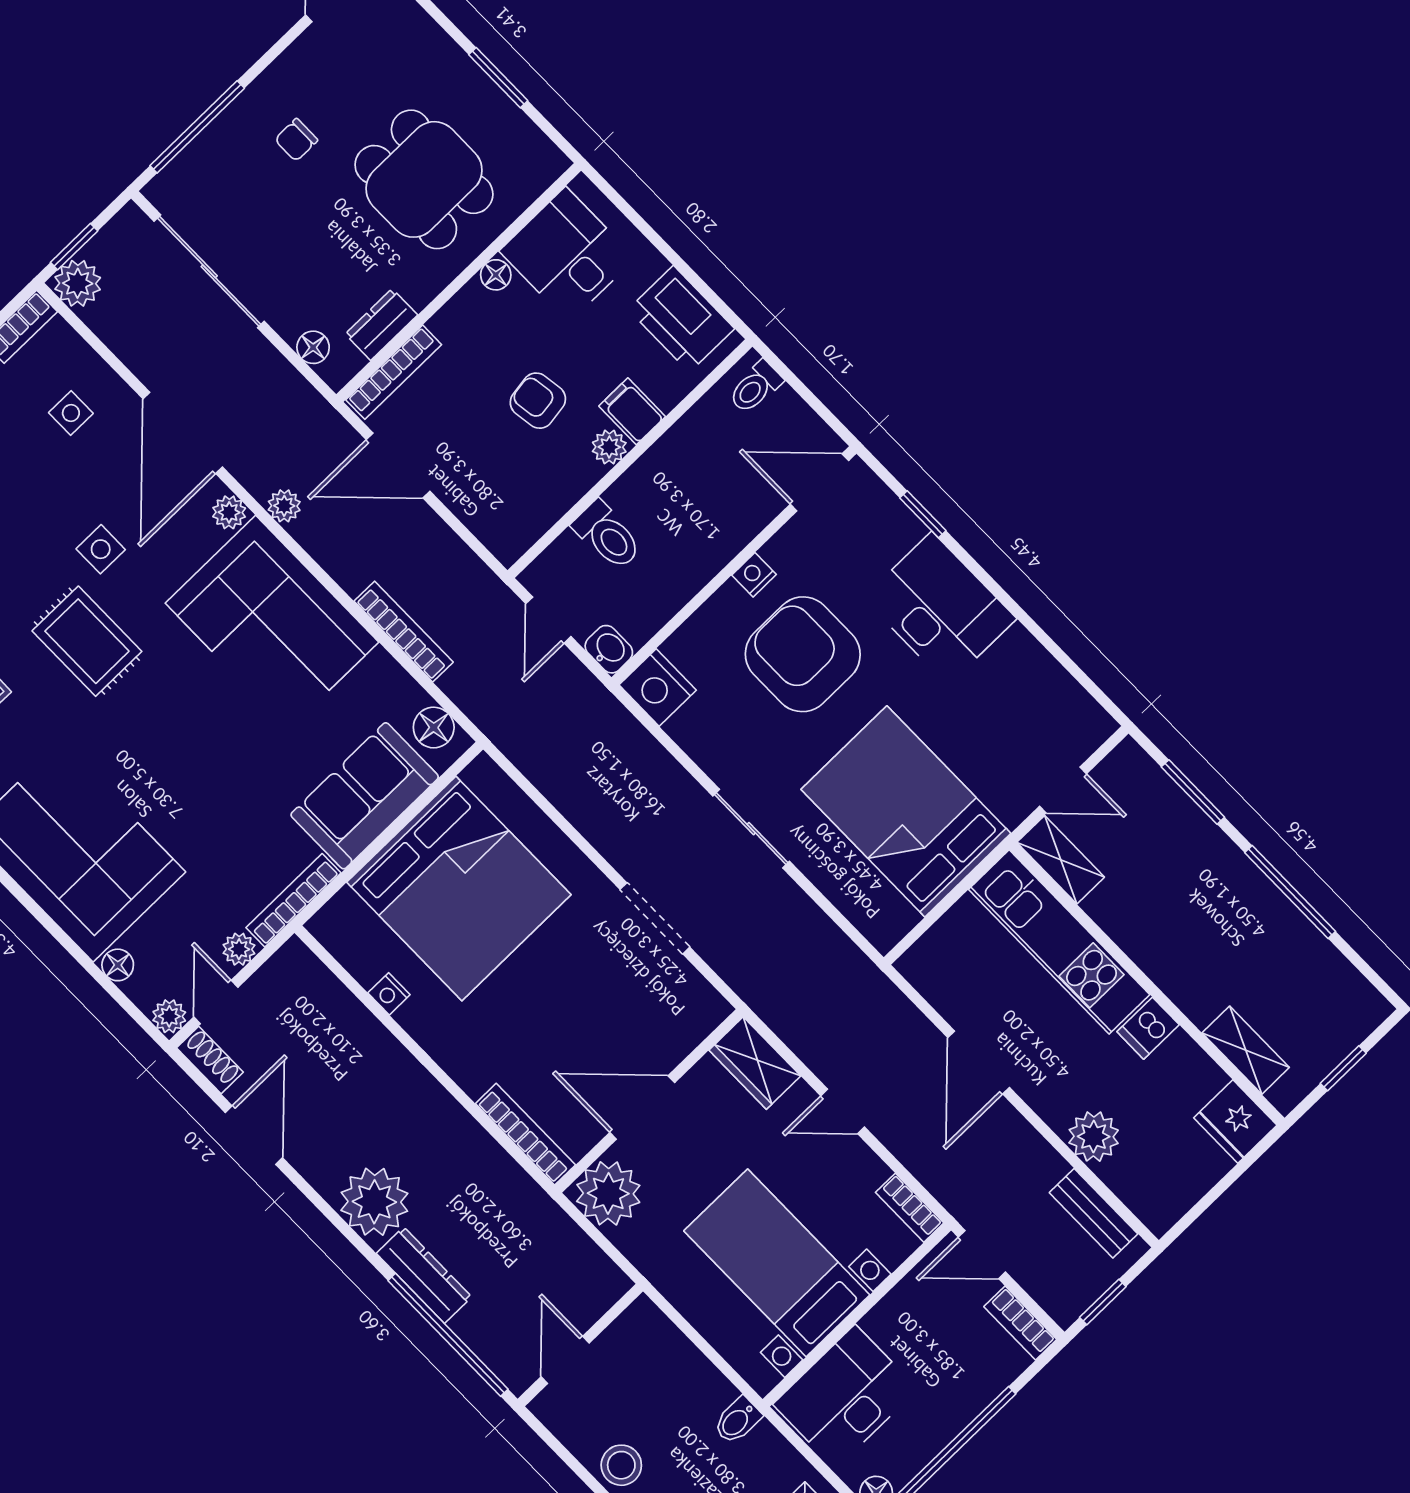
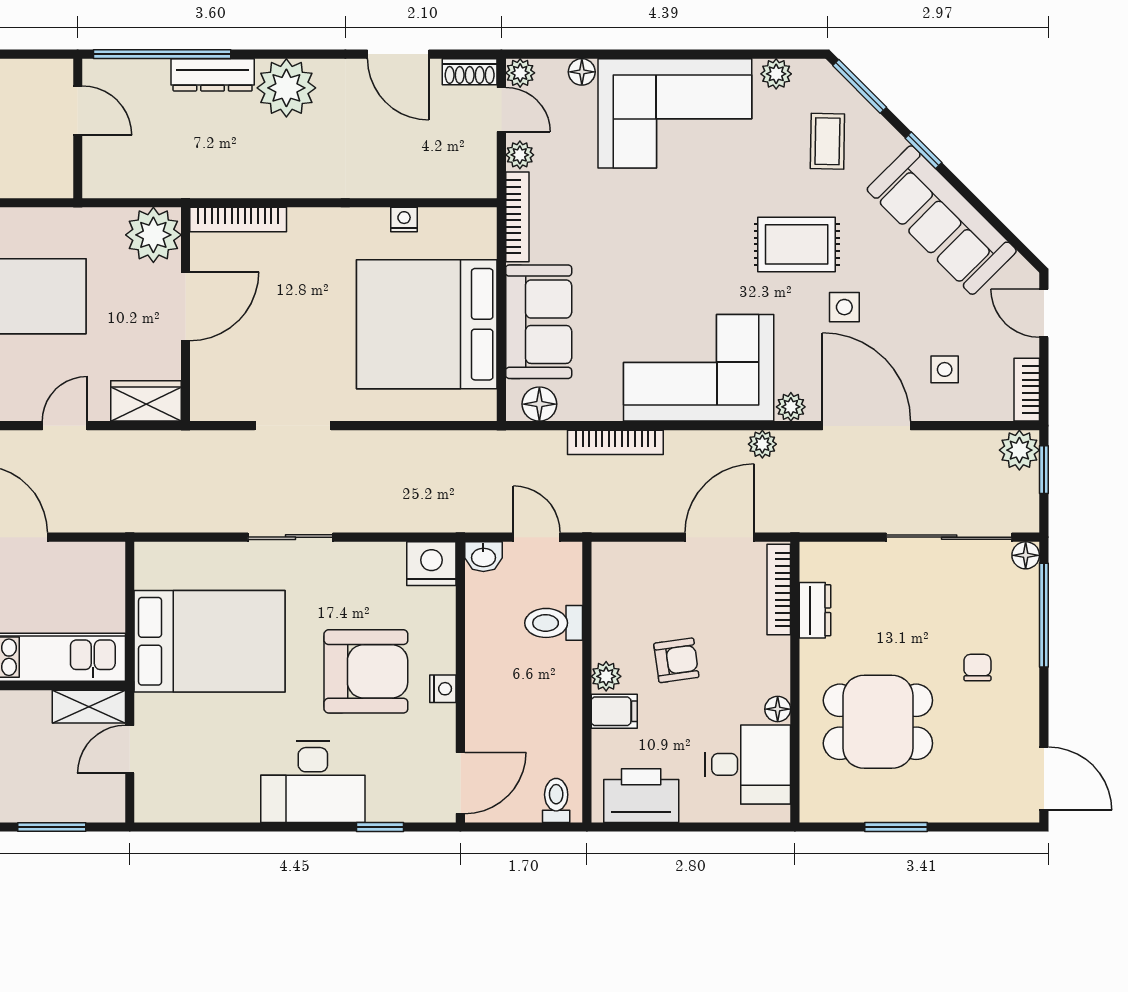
floor lamp: (313, 347) -> (1026, 555), moved

